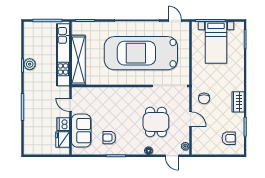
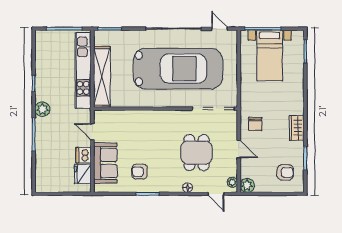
car: (141, 53) -> (178, 69), turned 180
plant: (30, 64) -> (42, 109), moved
plant: (197, 149) -> (247, 185), added

